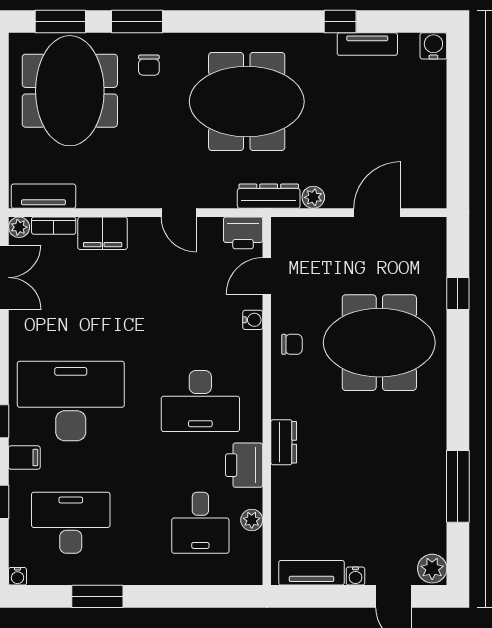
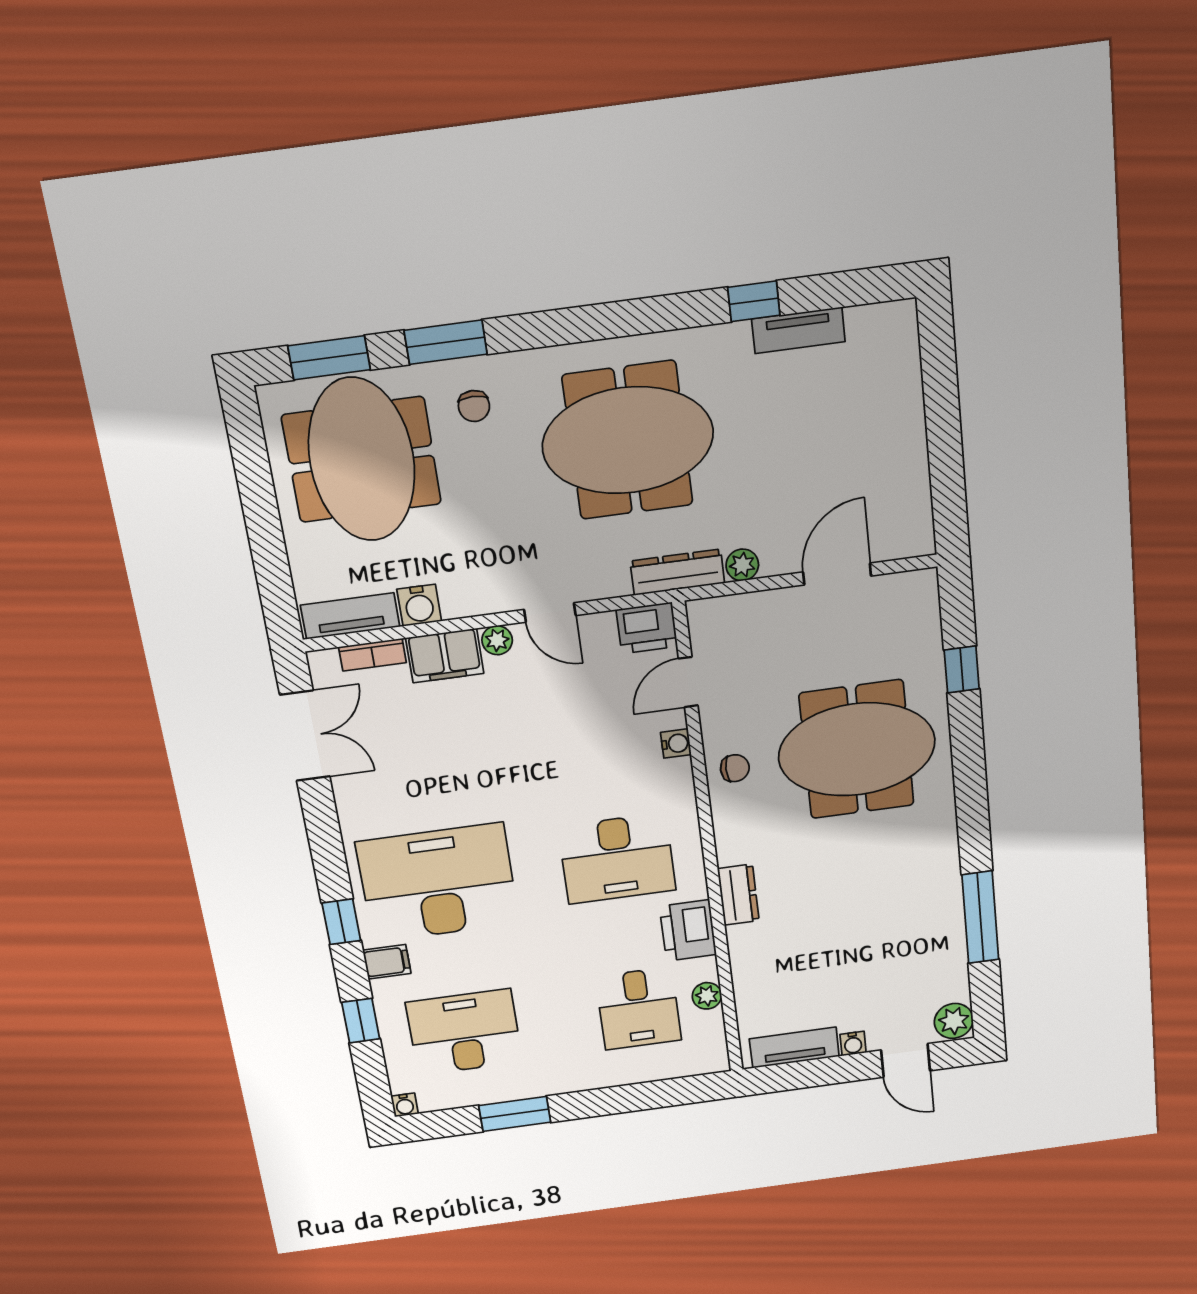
water cooler: (433, 46) -> (419, 605), moved, turned 180
plant: (19, 227) -> (497, 640), moved

